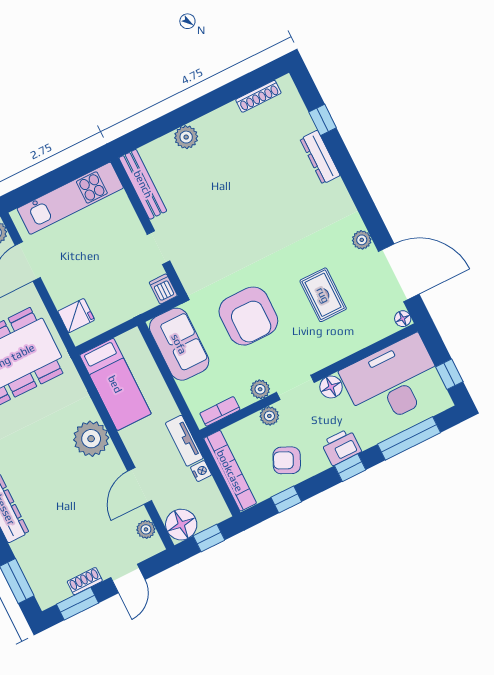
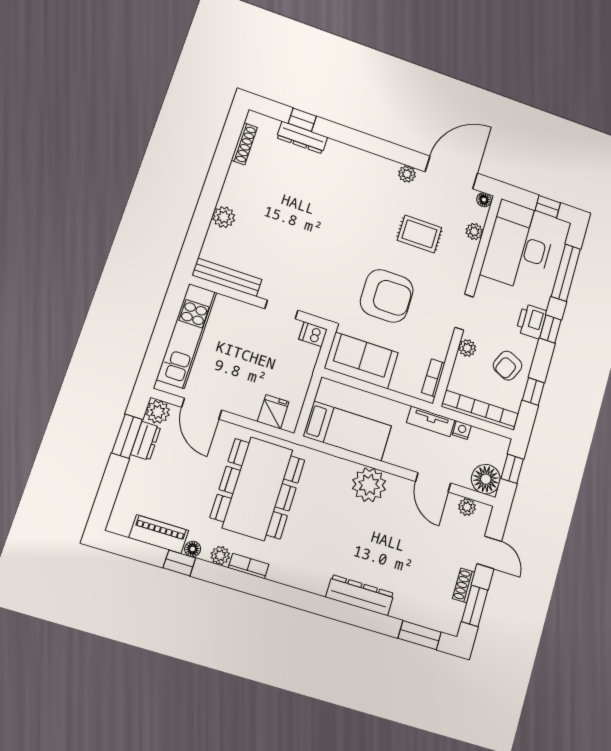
dresser: (320, 157) -> (302, 138), moved
floor lamp: (331, 387) -> (486, 289), removed
plant: (260, 389) -> (474, 231), moved

